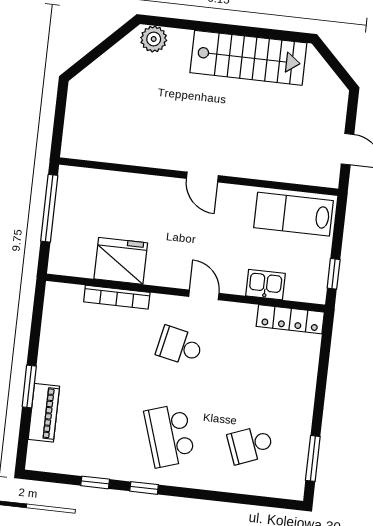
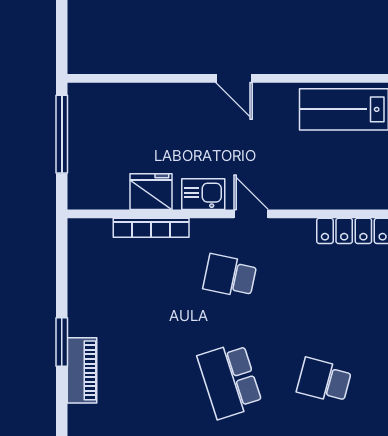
fridge: (121, 261) -> (151, 192), width x0.73, depth x0.75
kitchen sink: (265, 285) -> (203, 194), moved
school desk: (250, 445) -> (324, 381), turned 36

